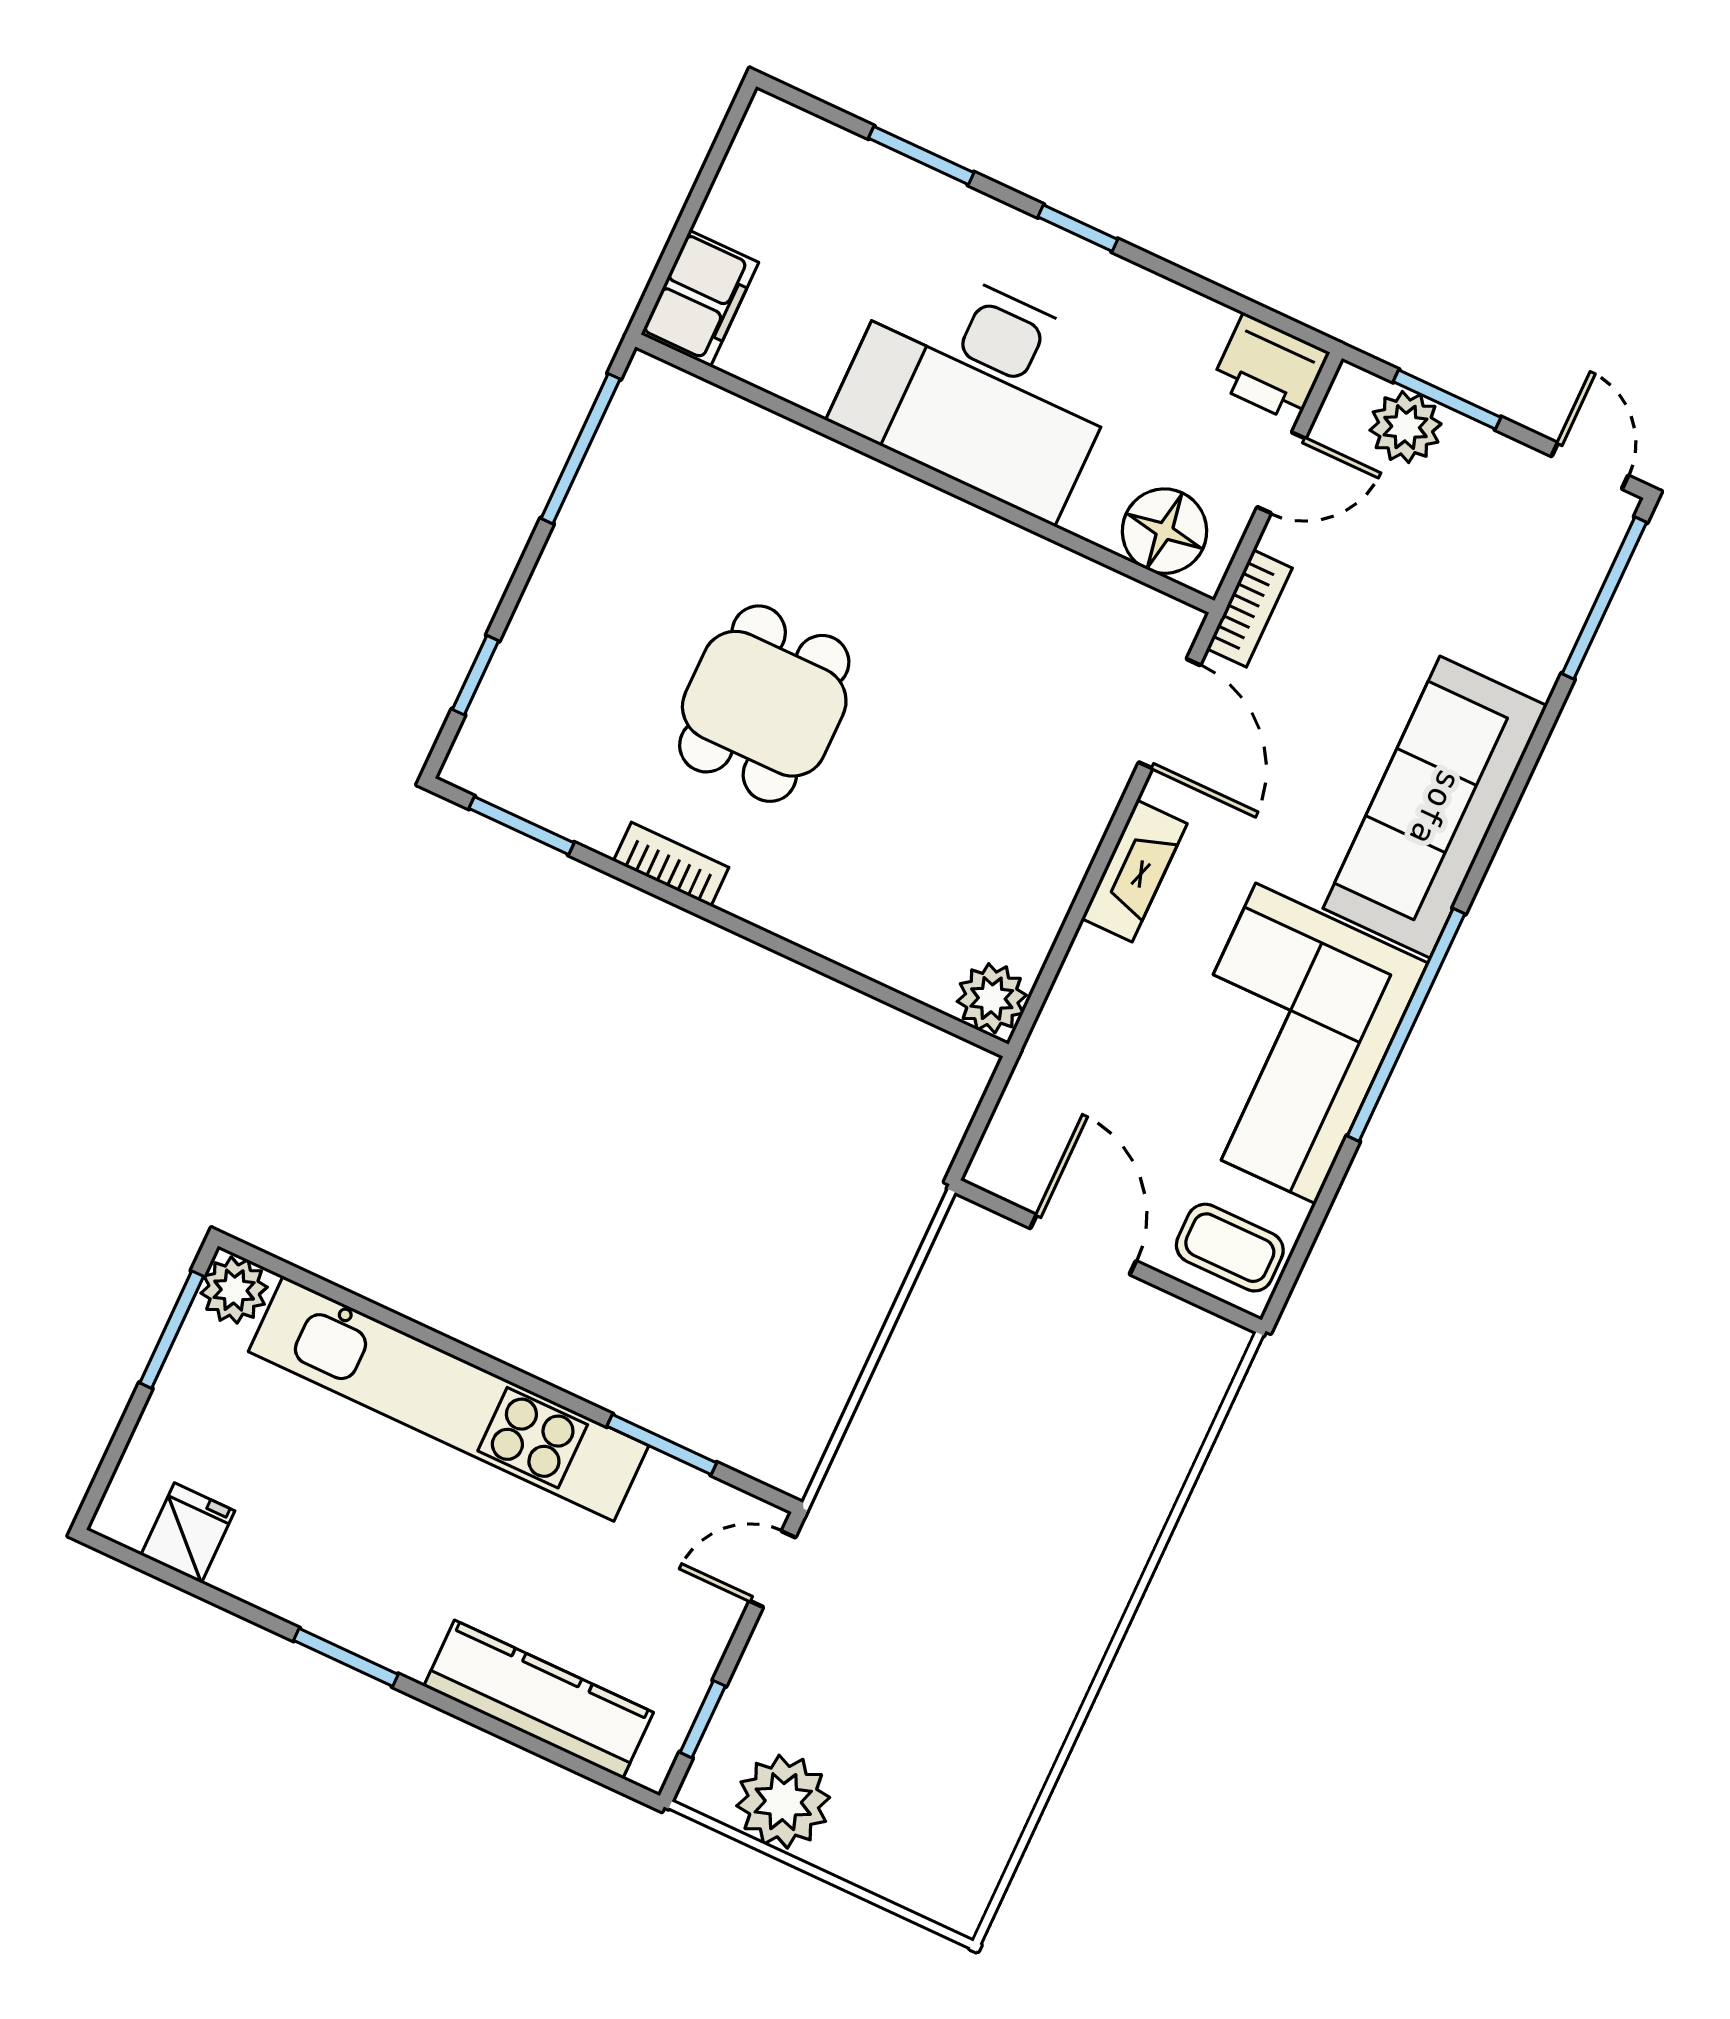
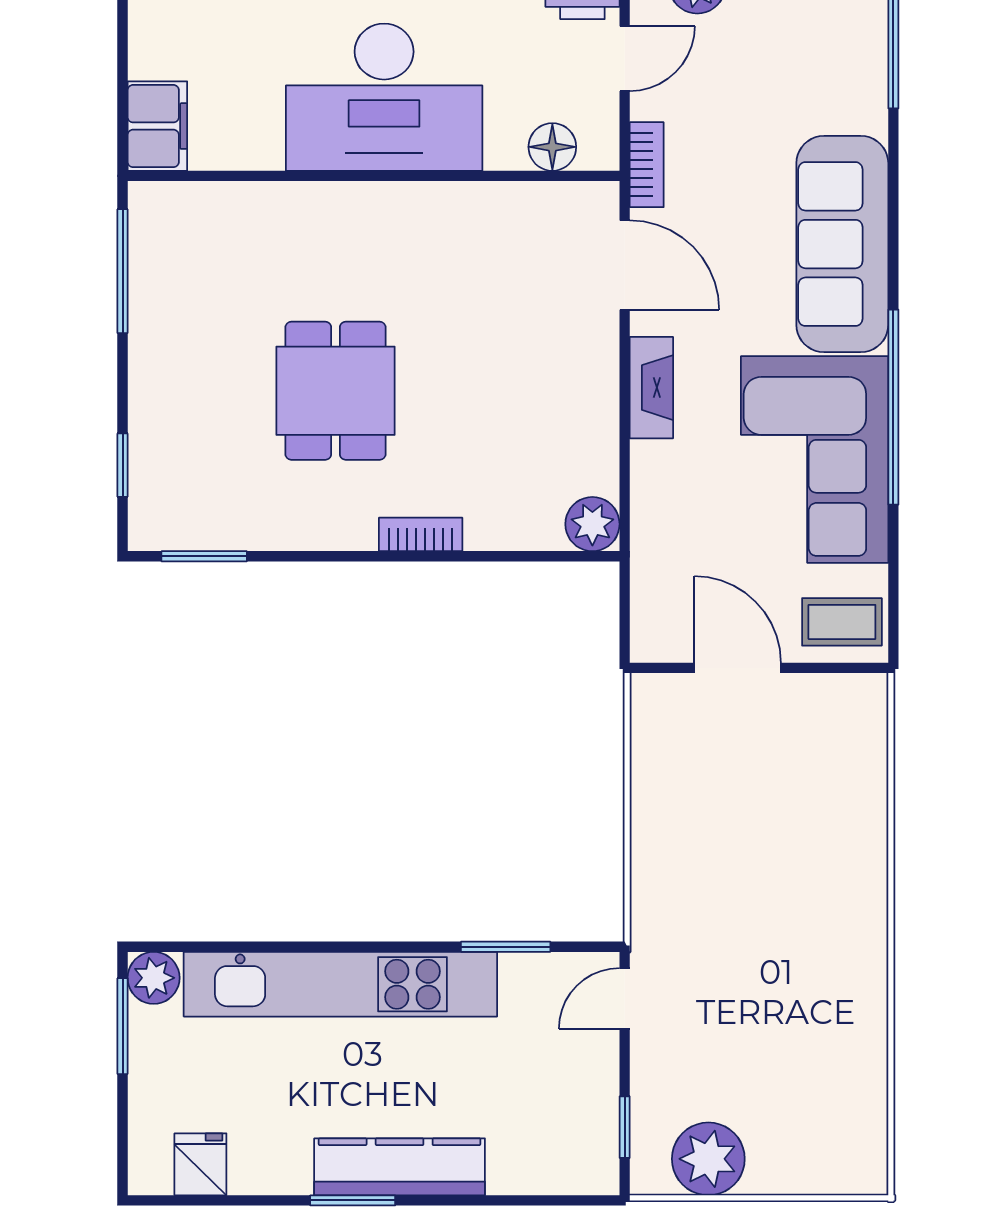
floor lamp: (1165, 531) -> (552, 147), width x0.73, depth x0.73
bookcase: (671, 864) -> (421, 534), moved
kitchen counter: (539, 1699) -> (400, 1167), moved

